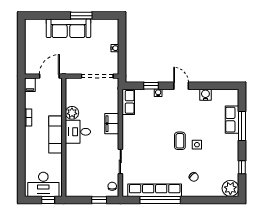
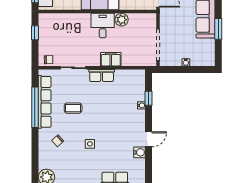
door: (181, 86) -> (148, 139), moved
row of seats: (128, 102) -> (102, 75), moved
coffee table: (180, 141) -> (73, 108), moved
window: (99, 200) -> (35, 33), moved

